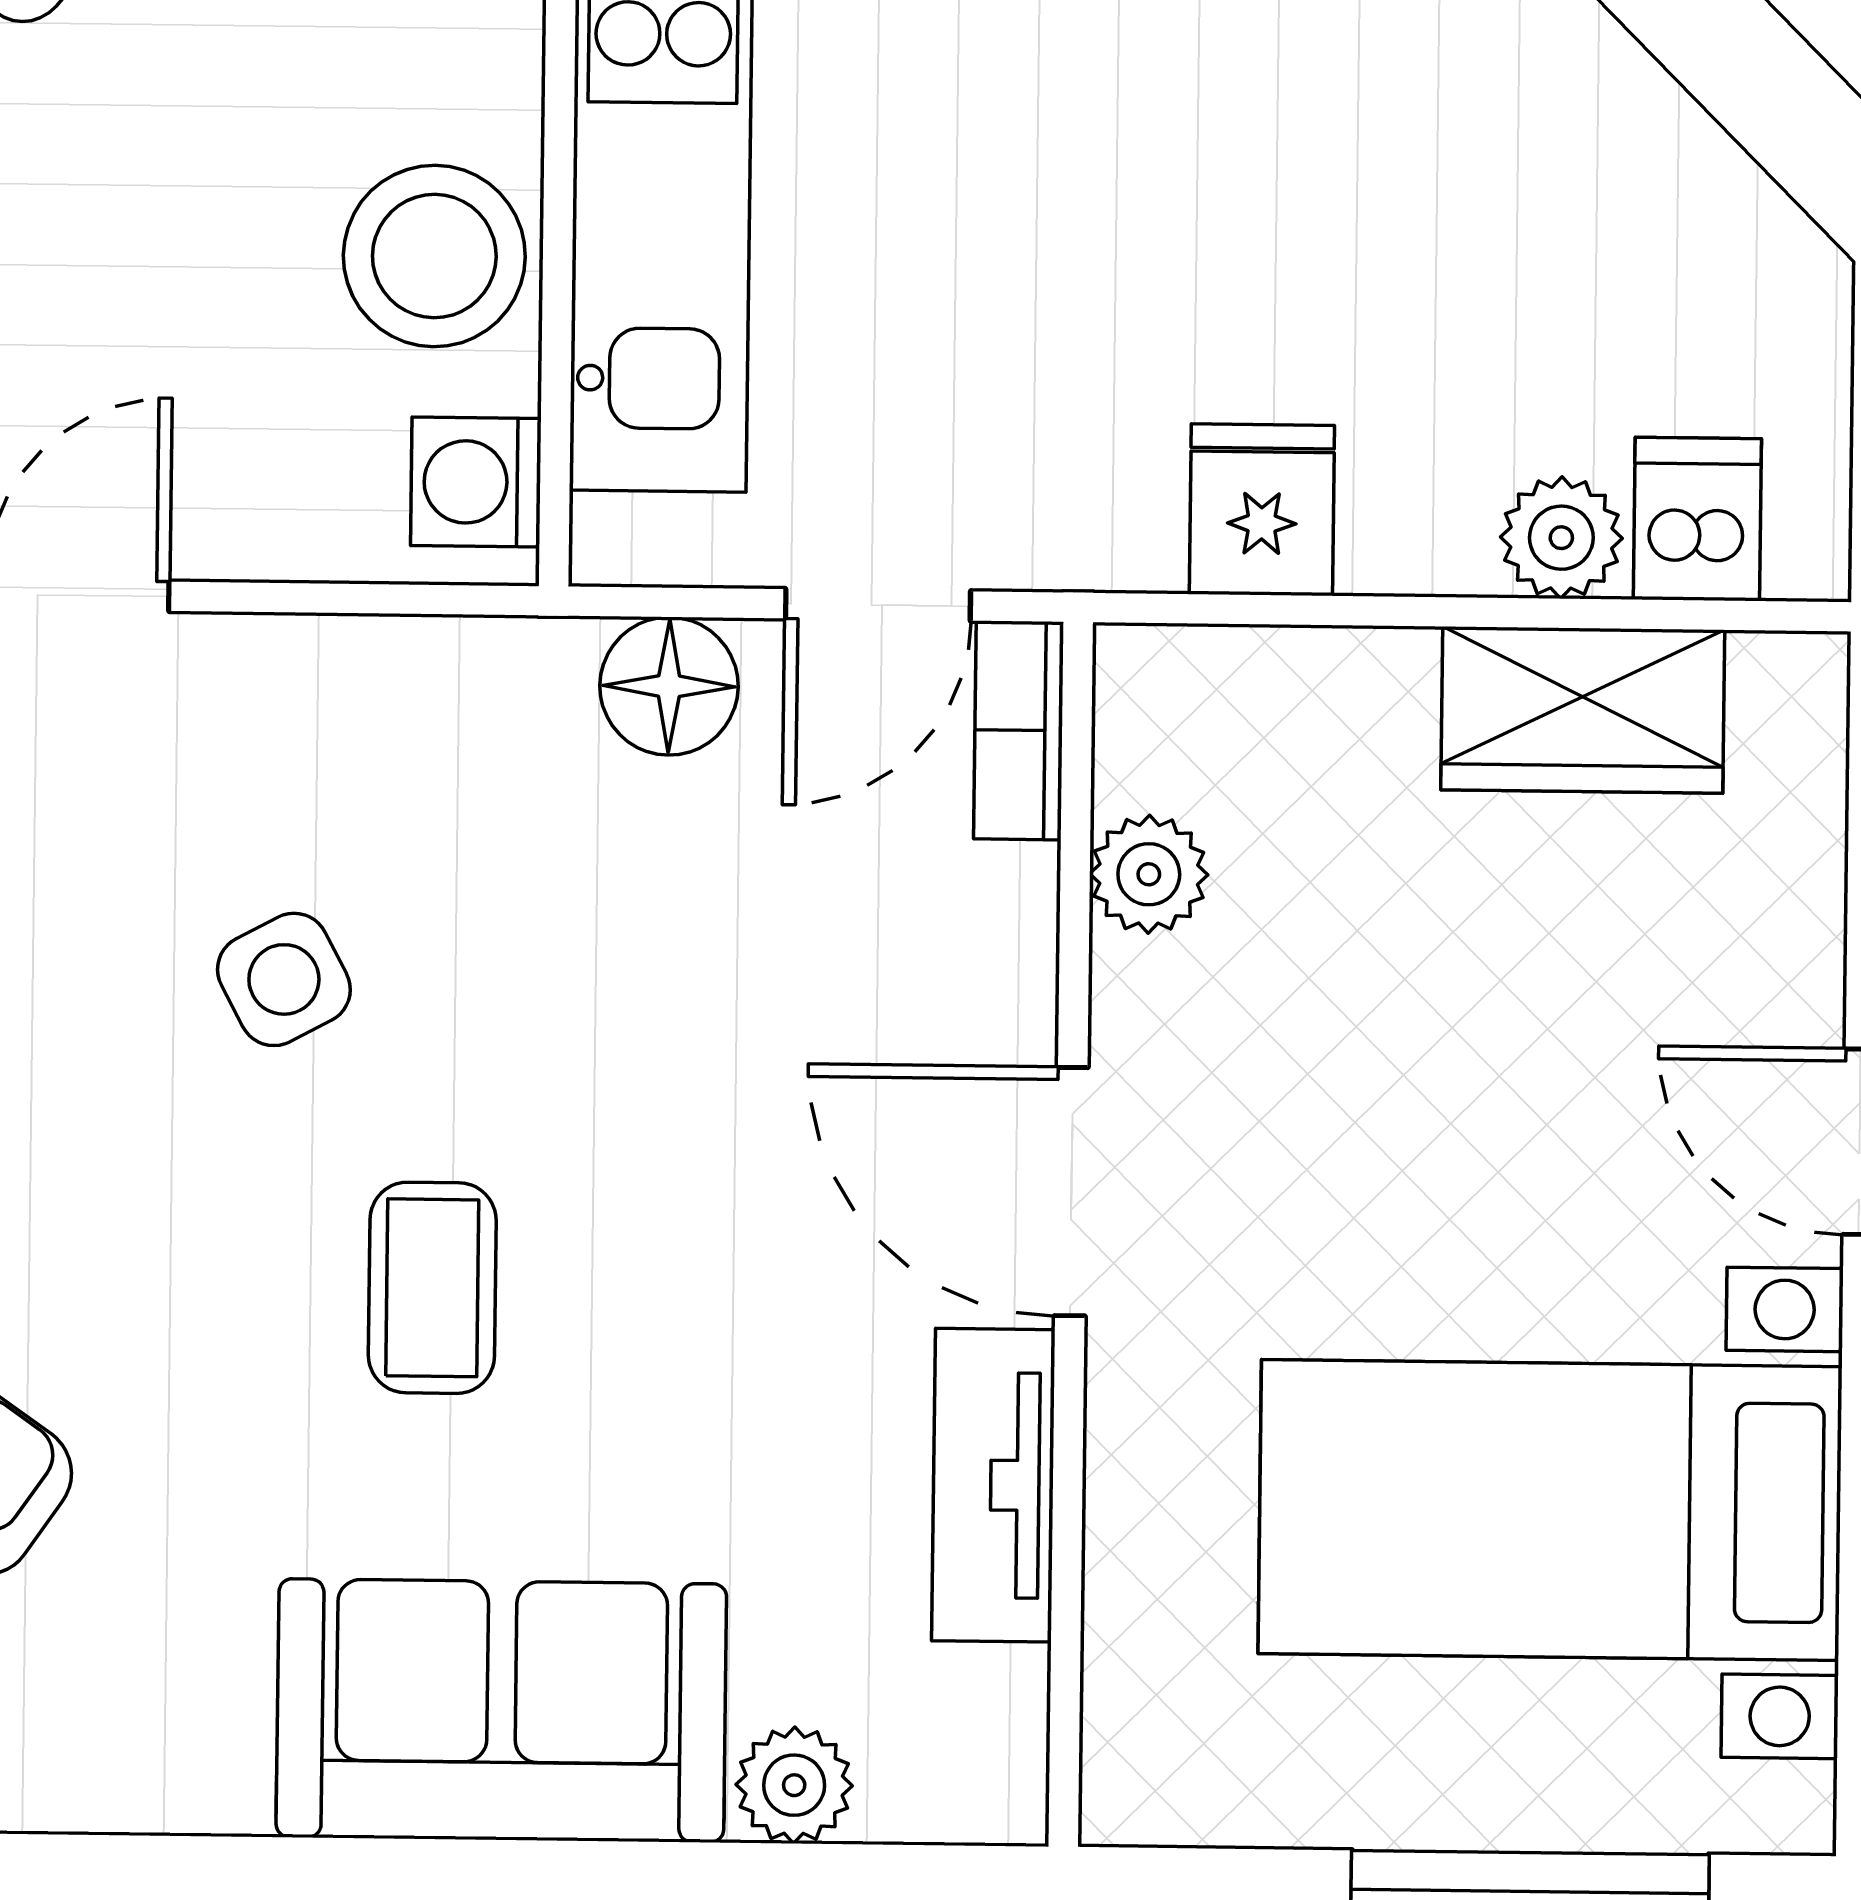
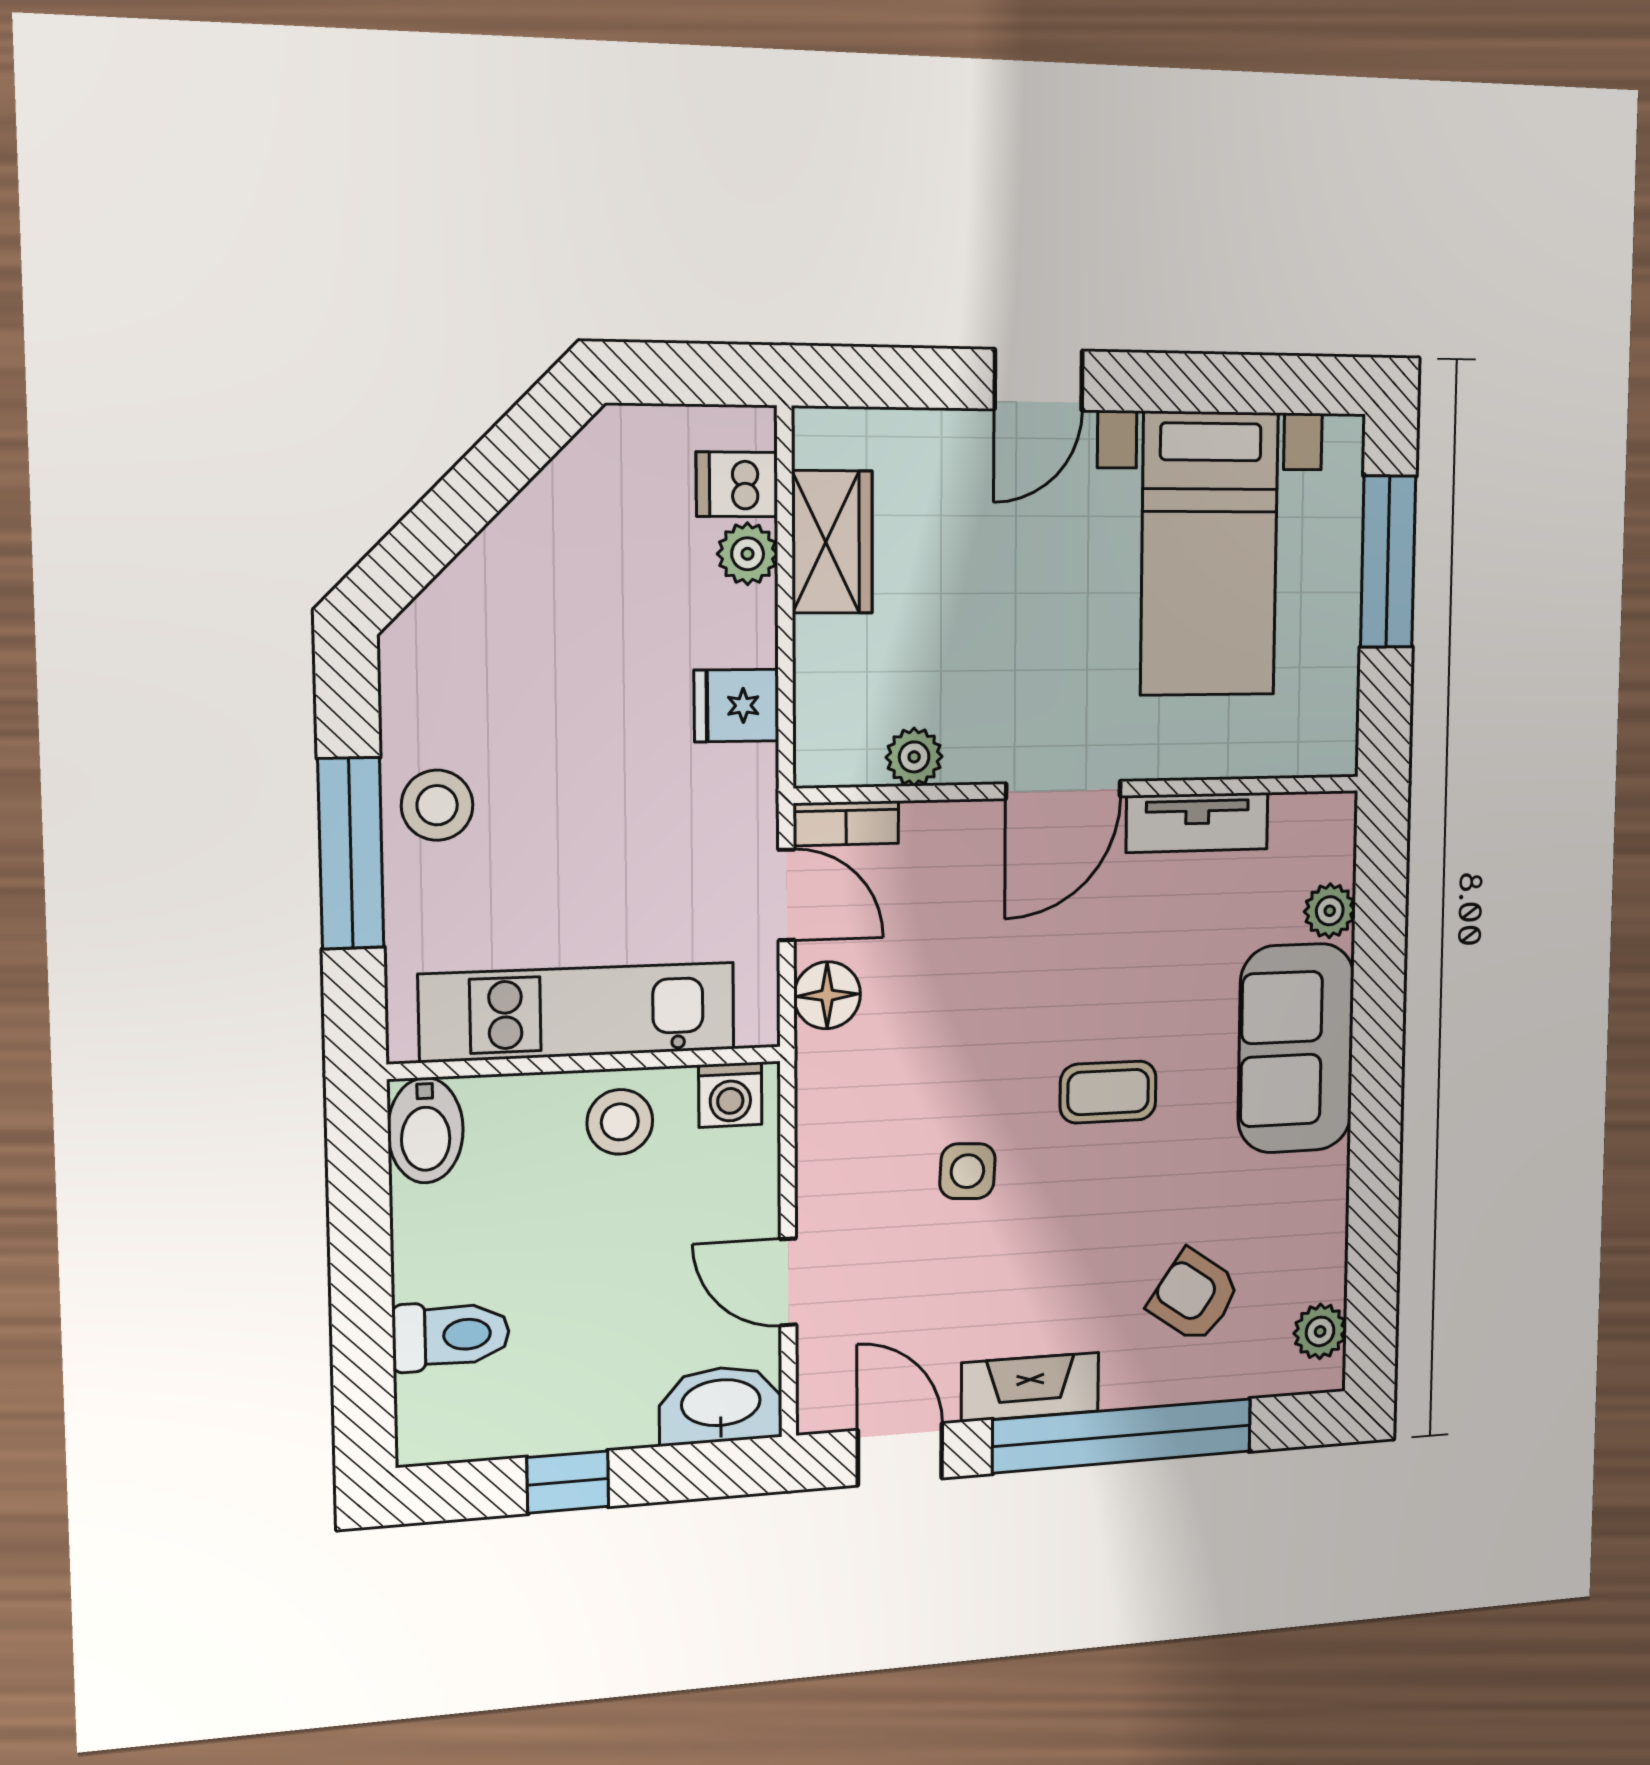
stool: (434, 256) -> (620, 1122), width x0.73, depth x0.73
side table: (284, 979) -> (967, 1171), turned 31

